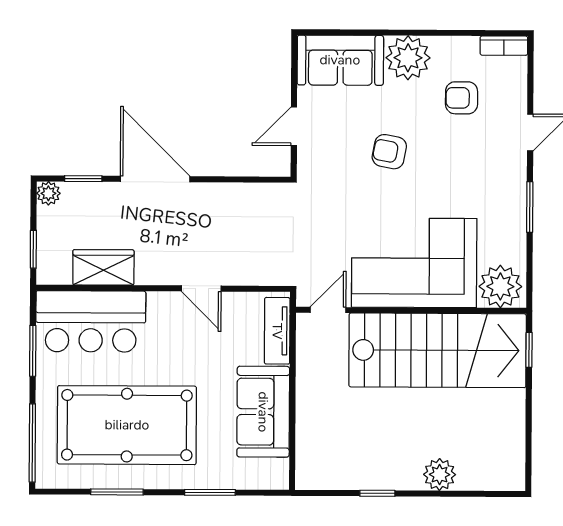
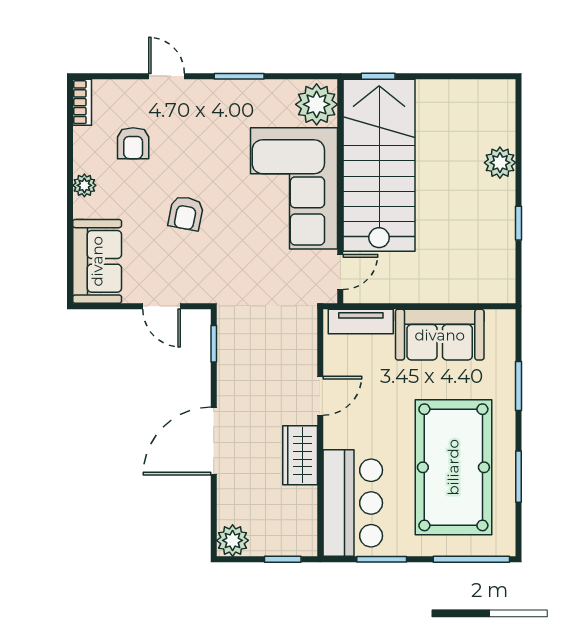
plant: (408, 58) -> (84, 185), width x0.53, depth x0.53
window: (83, 179) -> (214, 344), moved
plant: (48, 193) -> (233, 540), width x1.38, depth x1.38
wardrobe: (103, 267) -> (300, 455), moved
door: (328, 310) -> (340, 272), swing flipped

